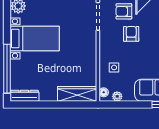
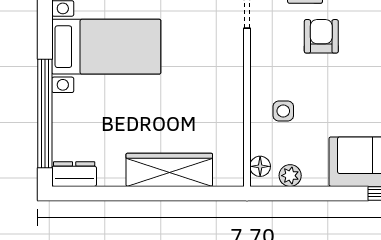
wardrobe: (77, 94) -> (169, 170), moved
dresser: (24, 96) -> (74, 174), width x0.70

